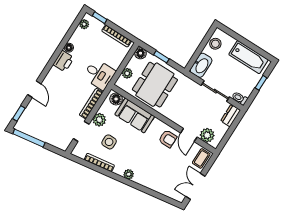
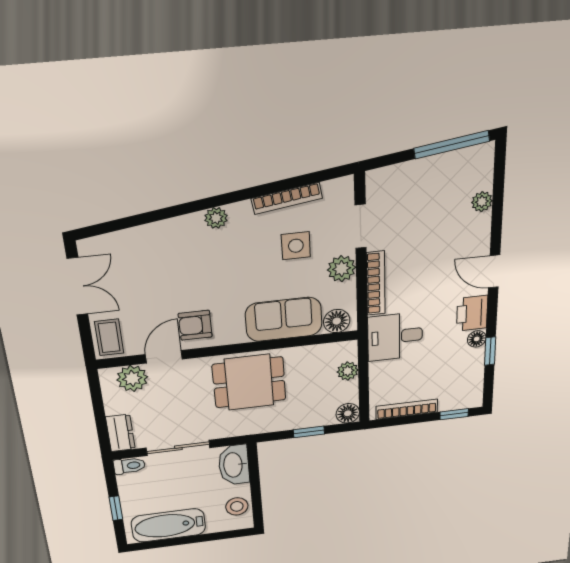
plant: (84, 24) -> (482, 202), moved
dining table: (155, 85) -> (249, 382), moved, width x0.73
door: (34, 89) -> (494, 271), moved
window: (19, 113) -> (490, 351), moved
door: (189, 135) -> (164, 357), hinge flipped

